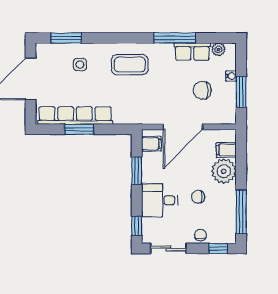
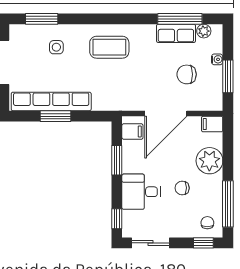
window: (175, 38) -> (180, 19), moved
filing cabinet: (226, 150) -> (212, 124), moved
chair: (200, 235) -> (207, 223), moved

